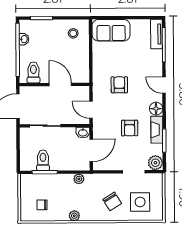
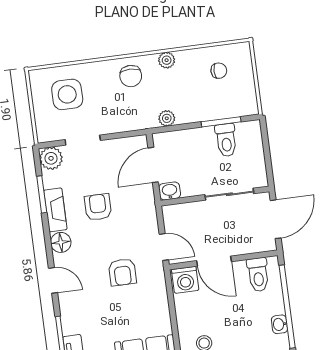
washing machine: (80, 75) -> (185, 280), added
door: (91, 110) -> (164, 247), moved
chair: (112, 201) -> (131, 76), moved, turned -148

